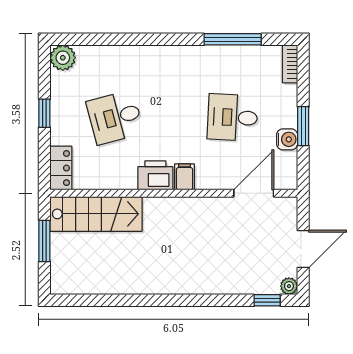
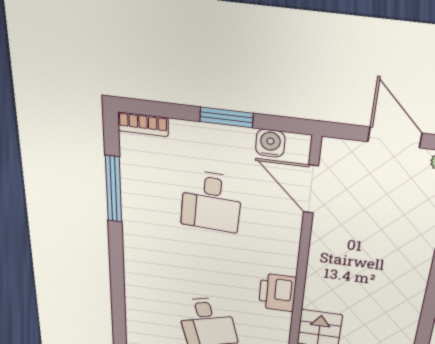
water cooler: (287, 139) -> (270, 143), moved
filing cabinet: (185, 177) -> (282, 263), removed

